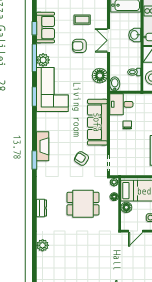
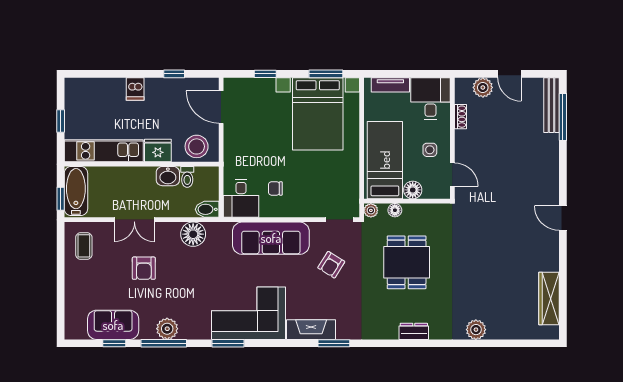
coffee table: (82, 20) -> (84, 246), moved
washbasin: (135, 35) -> (168, 176), moved
corner sofa: (52, 89) -> (248, 313), moved

